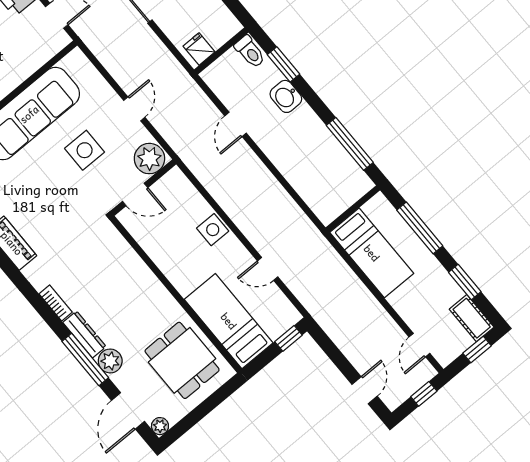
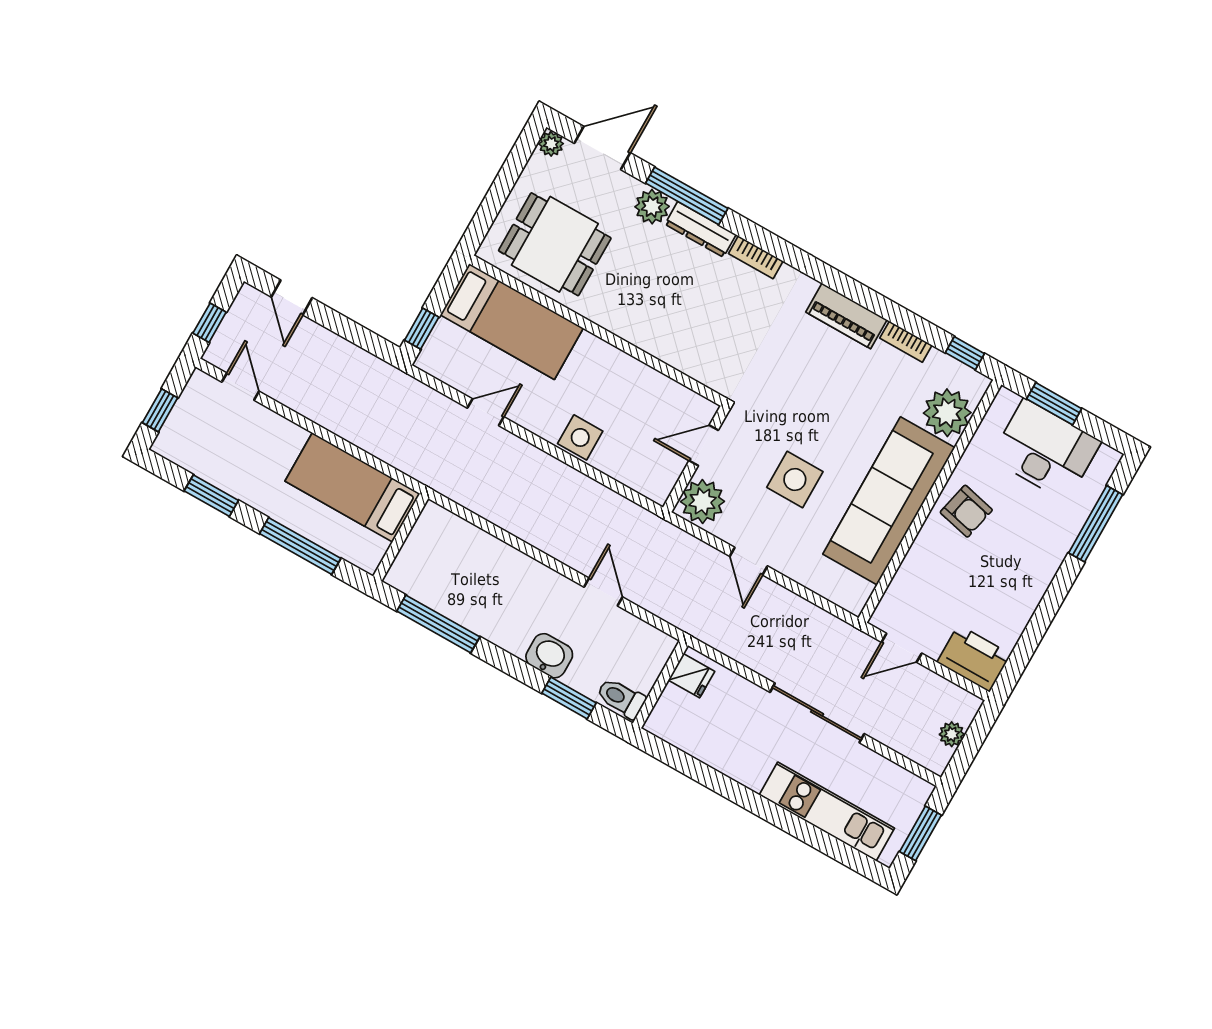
cot: (472, 318) -> (184, 450), removed
door: (128, 411) -> (602, 148), hinge flipped

